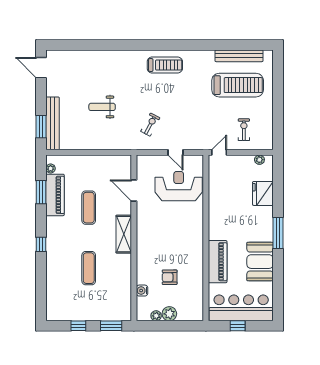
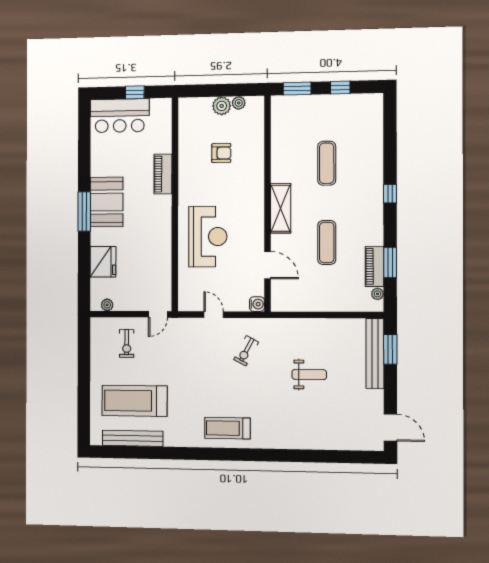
reception desk: (179, 186) -> (208, 237), moved, turned -90
piano: (55, 195) -> (374, 266), width x0.73, depth x0.75
piano: (218, 262) -> (163, 174), width x0.73, depth x0.75
booth: (260, 262) -> (107, 202), moved
water cooler: (142, 291) -> (257, 304), moved
bar counter: (241, 308) -> (120, 116), width x0.73

